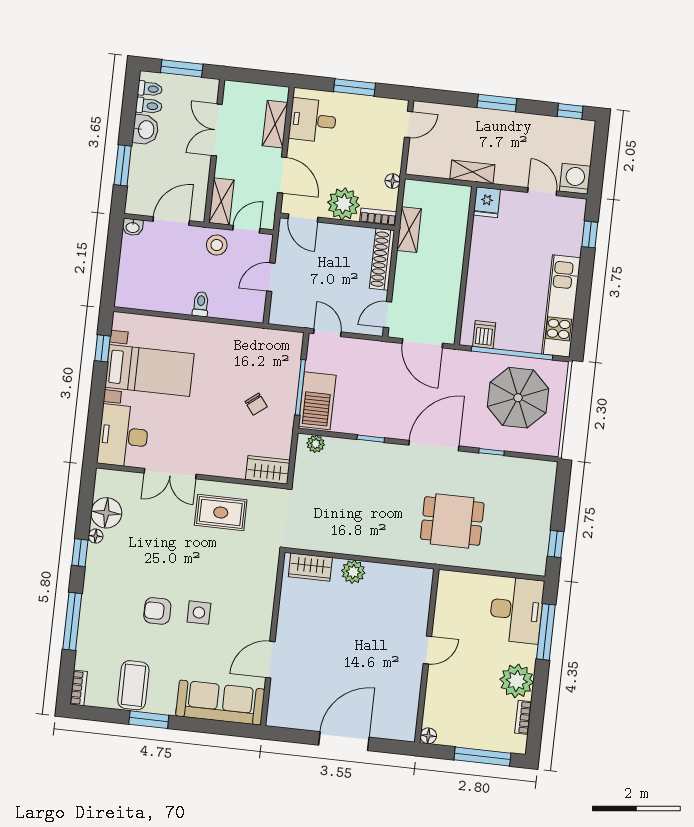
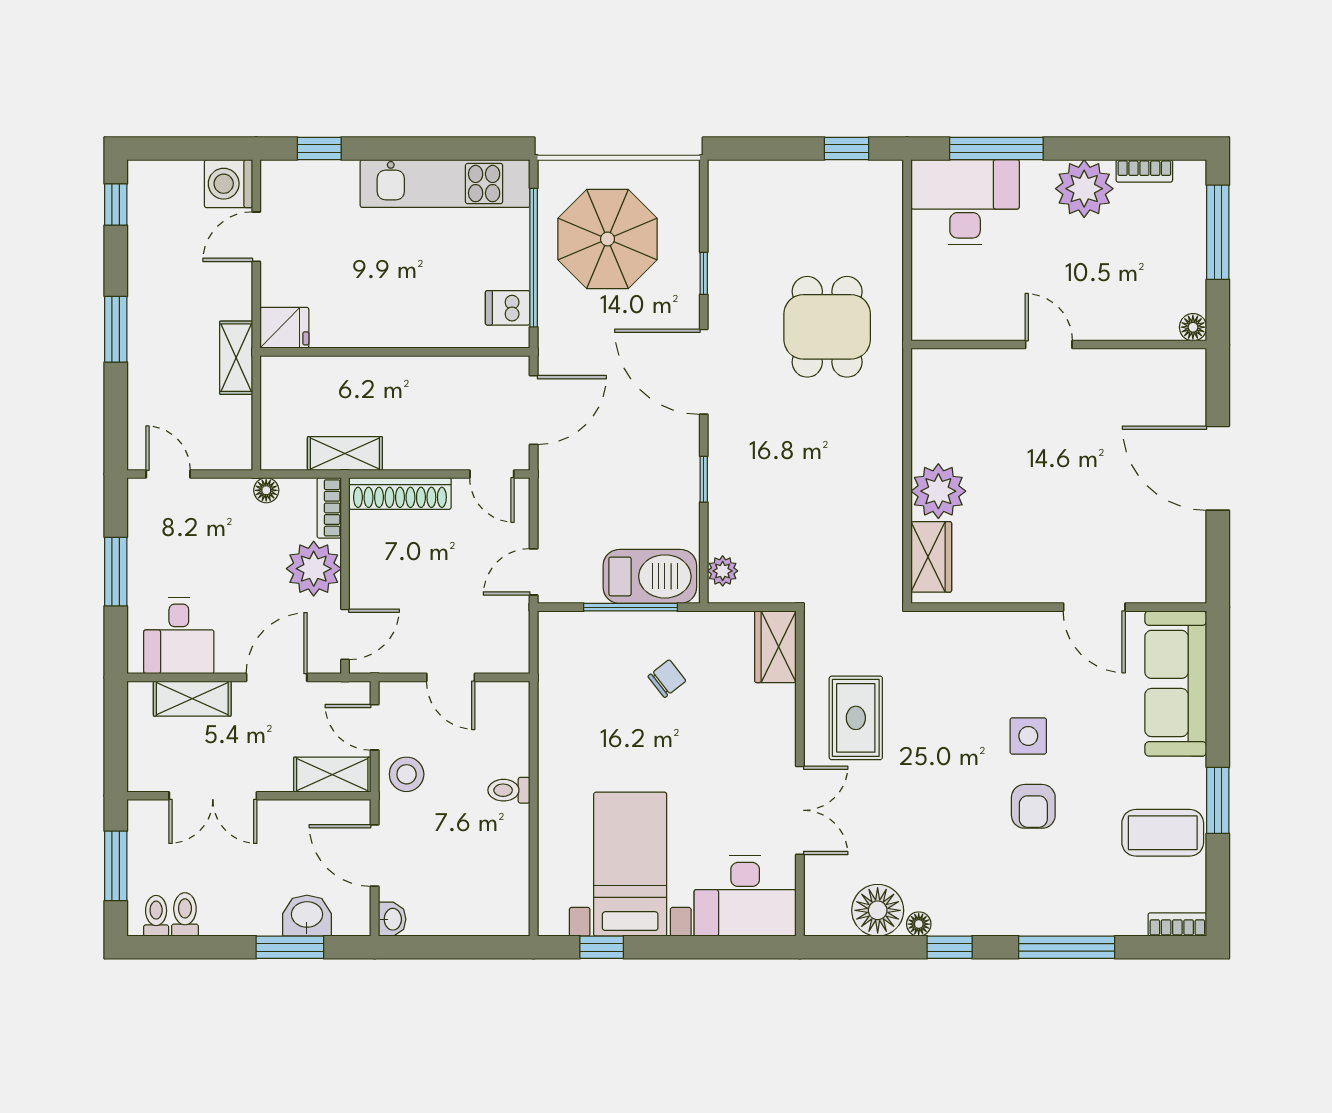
washbasin: (145, 130) -> (307, 916), moved
plant: (353, 572) -> (938, 491), width x1.36, depth x1.36

